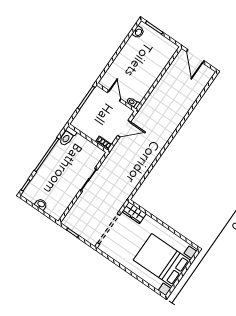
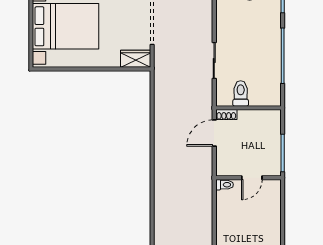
door: (114, 96) -> (252, 178), hinge flipped
door: (124, 129) -> (214, 133), moved
toilet: (67, 137) -> (241, 93), moved

